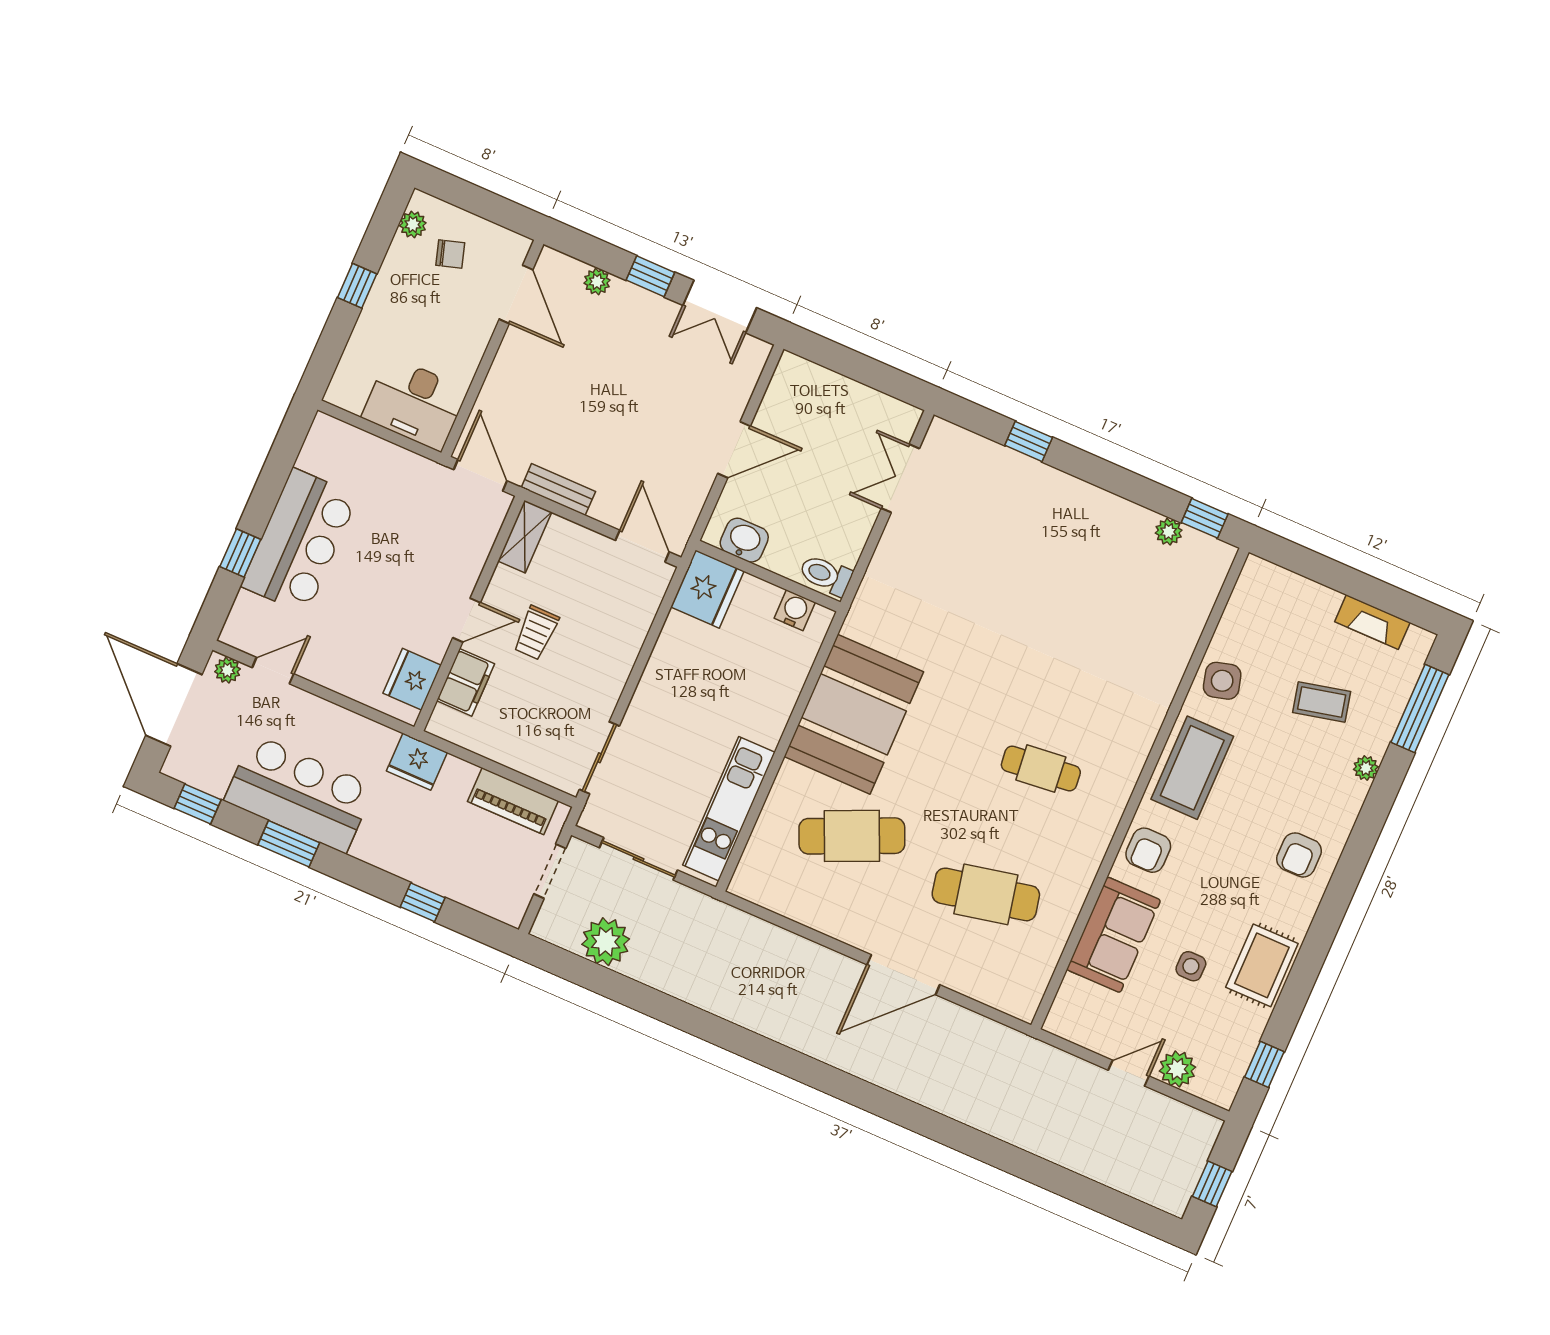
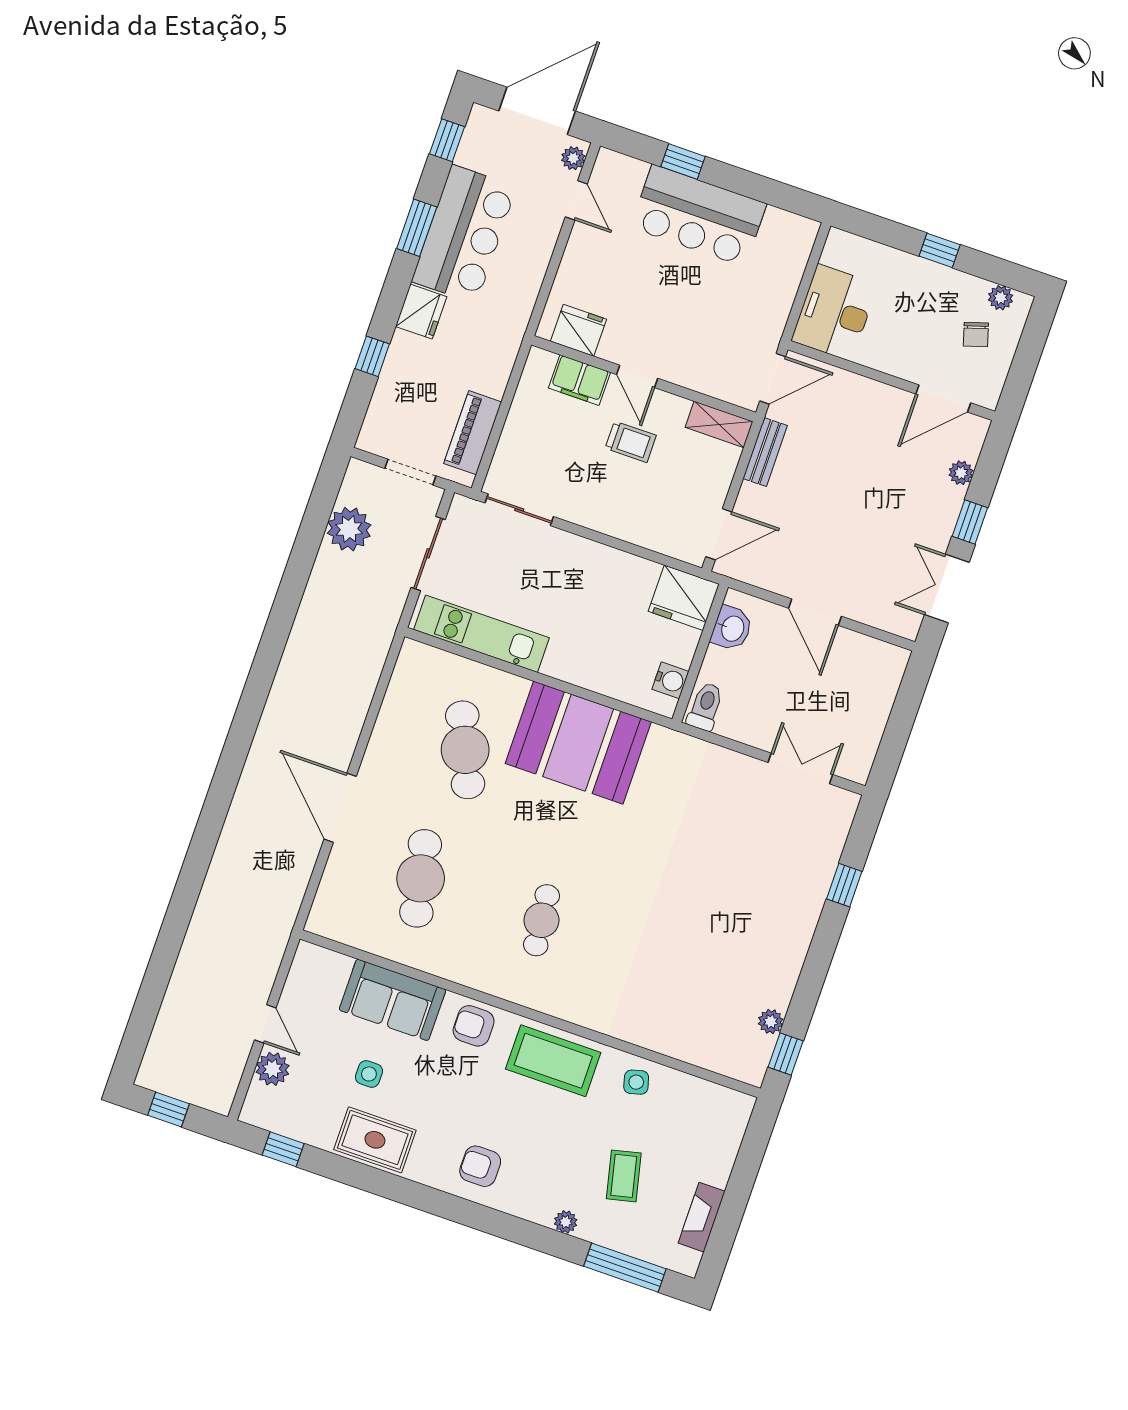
trolley: (536, 633) -> (631, 442), turned 180
side table: (1222, 681) -> (636, 1082), width x0.73, depth x0.73
fridge: (417, 762) -> (421, 312), moved, turned 180

